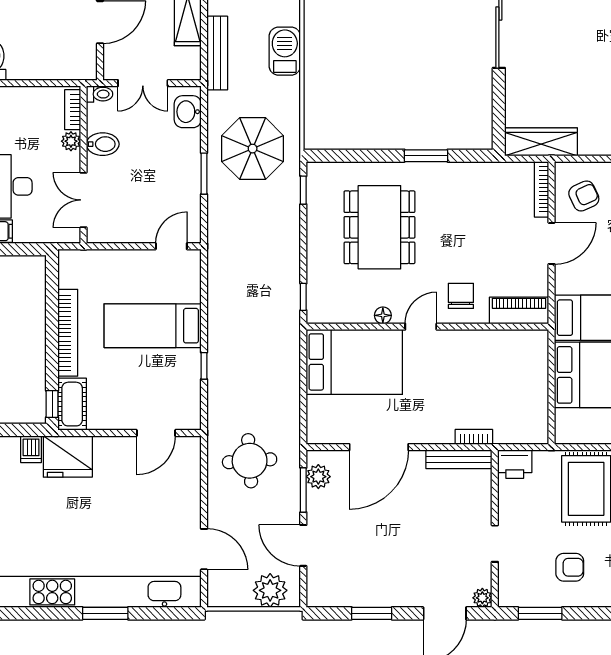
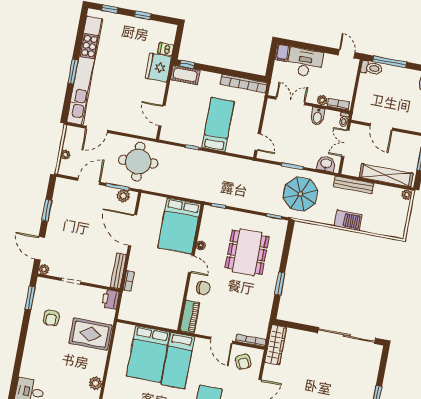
dining table: (379, 227) -> (247, 252), turned 90
bookcase: (68, 333) -> (244, 84), moved
round table: (250, 461) -> (138, 162), width x1.36, depth x1.36
plant: (270, 590) -> (65, 155), width x0.53, depth x0.53

